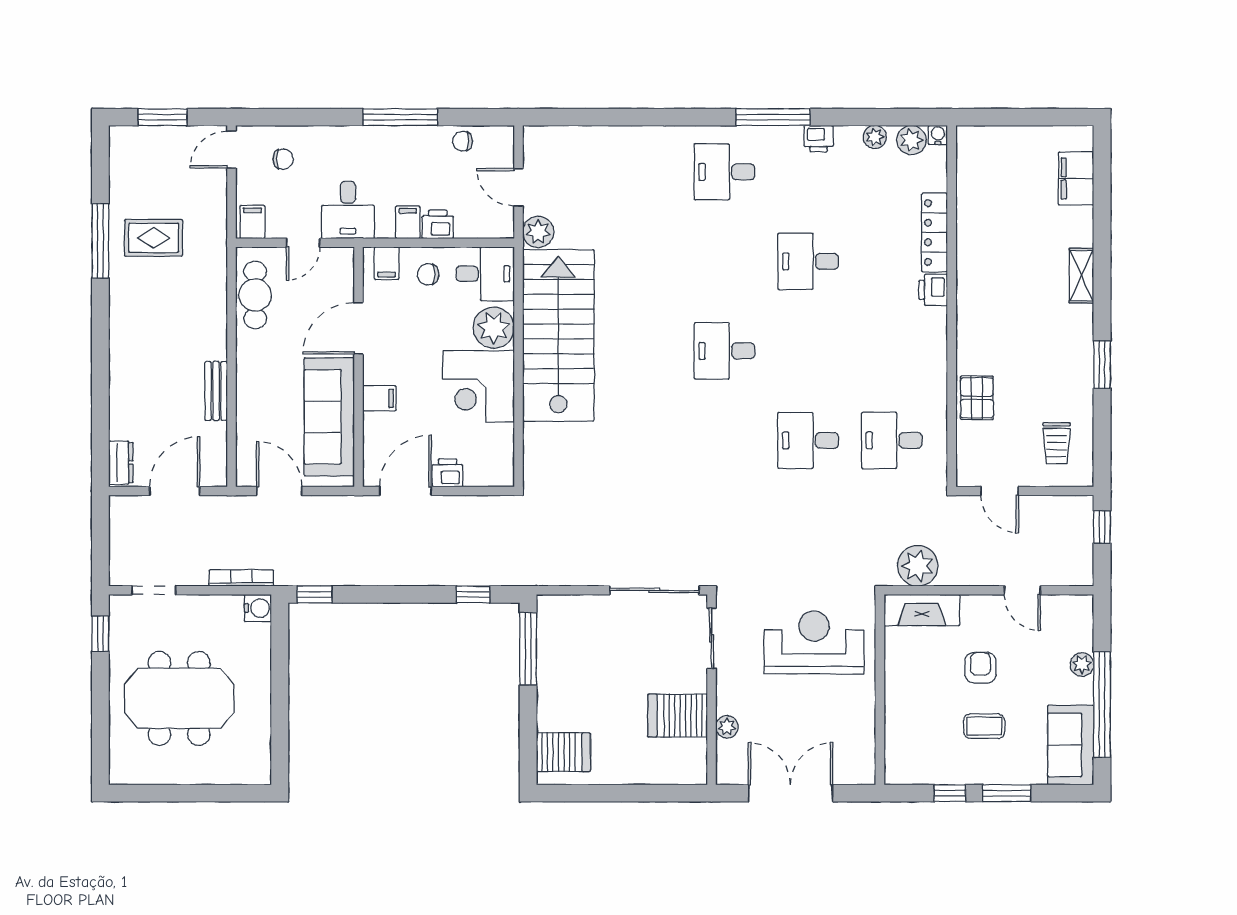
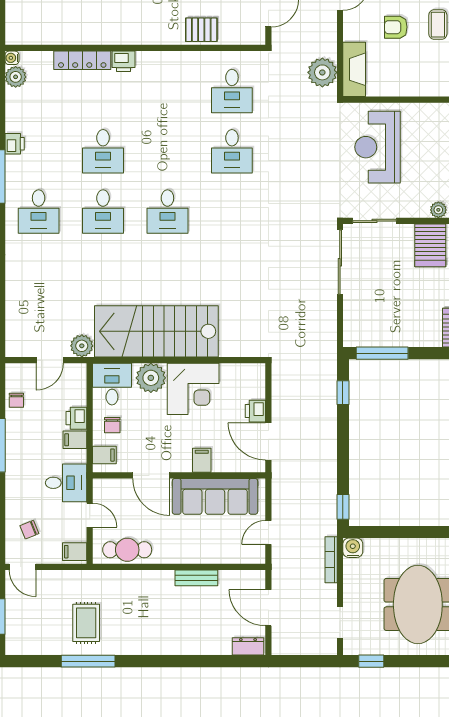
plant: (875, 137) -> (13, 103), removed
chair: (283, 159) -> (29, 530), turned -112
desk: (724, 261) -> (103, 212), added
door: (279, 491) -> (268, 532), width x0.73

